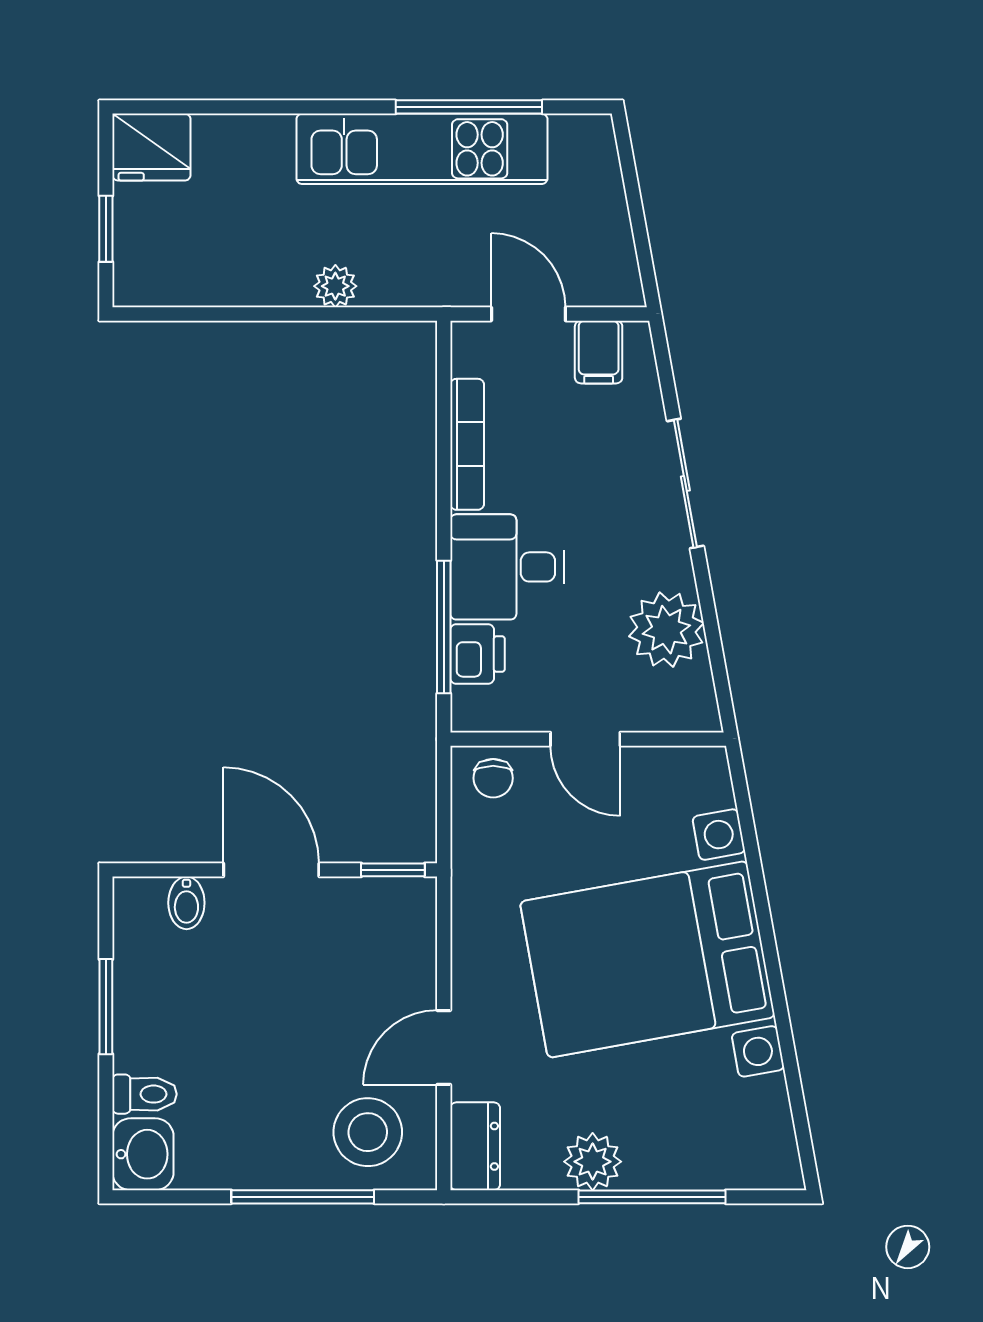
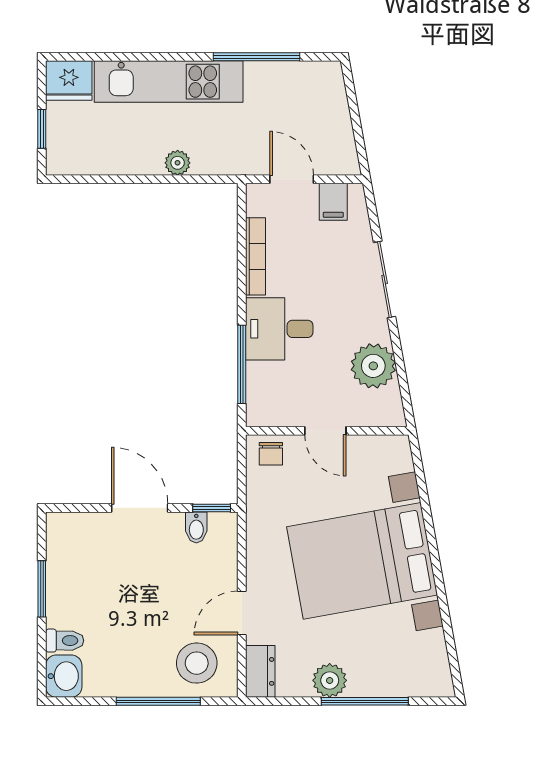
kitchen unit: (422, 149) -> (169, 82), moved
printer: (478, 654) -> (262, 380), removed
bidet: (186, 903) -> (196, 527), moved

